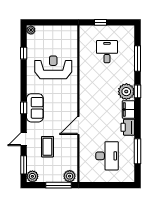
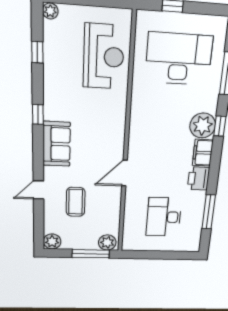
desk: (107, 52) -> (179, 59), width x1.87, depth x1.30
reception desk: (53, 67) -> (104, 57), moved, turned 90
window: (24, 108) -> (38, 115), moved
desk: (107, 156) -> (164, 217), turned 180
window: (24, 165) -> (39, 226), removed

